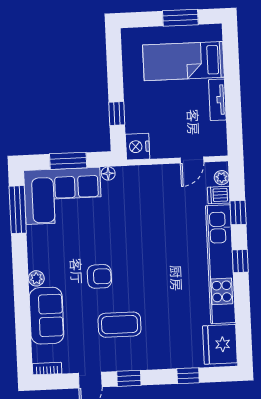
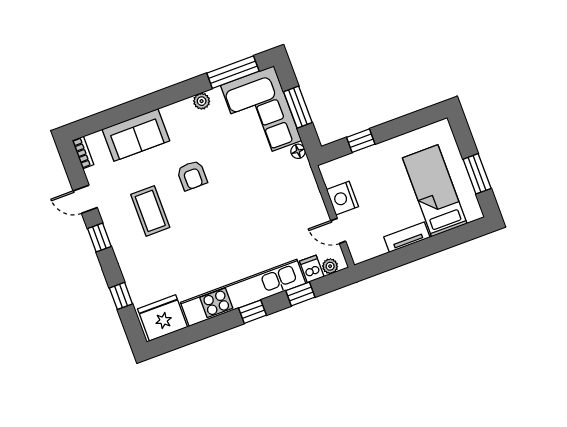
nightstand: (138, 147) -> (342, 198), moved, turned -90
plant: (36, 278) -> (202, 101), moved

